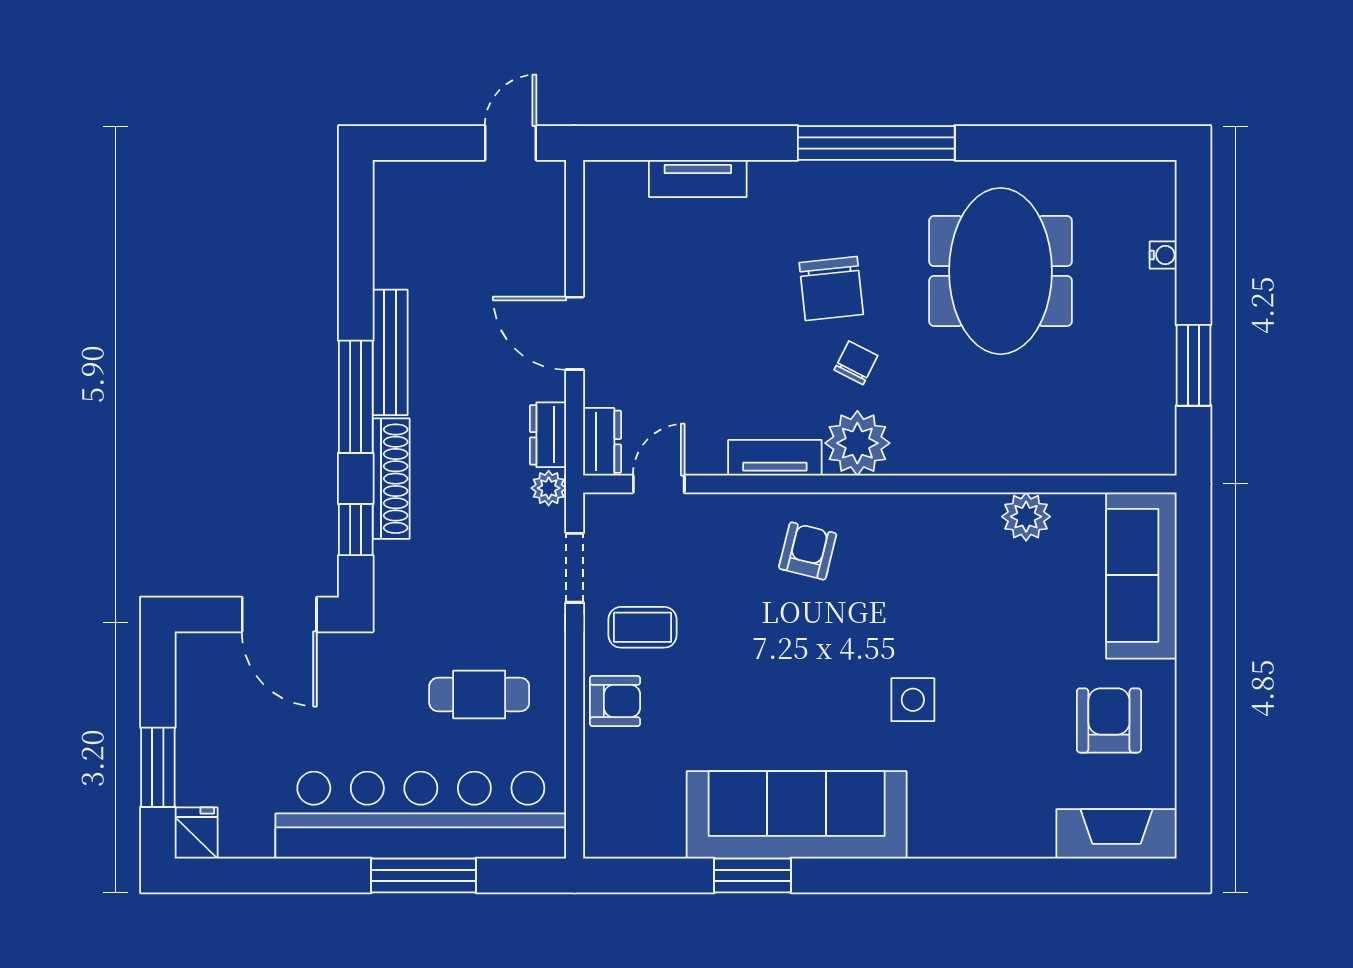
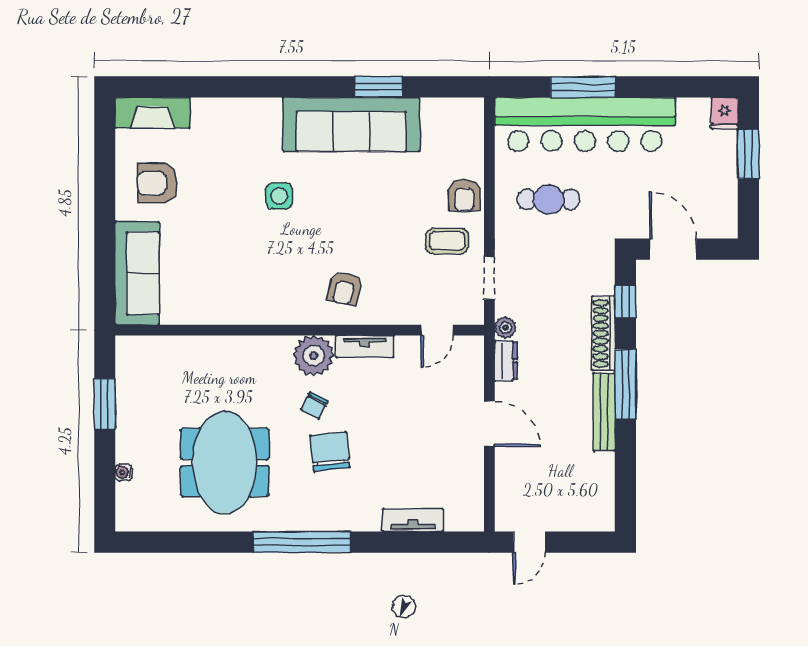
dresser: (602, 442) -> (472, 356), removed
plant: (1026, 517) -> (209, 310), removed
armchair: (615, 701) -> (464, 195), turned -90
armchair: (1109, 720) -> (157, 183), turned 90

